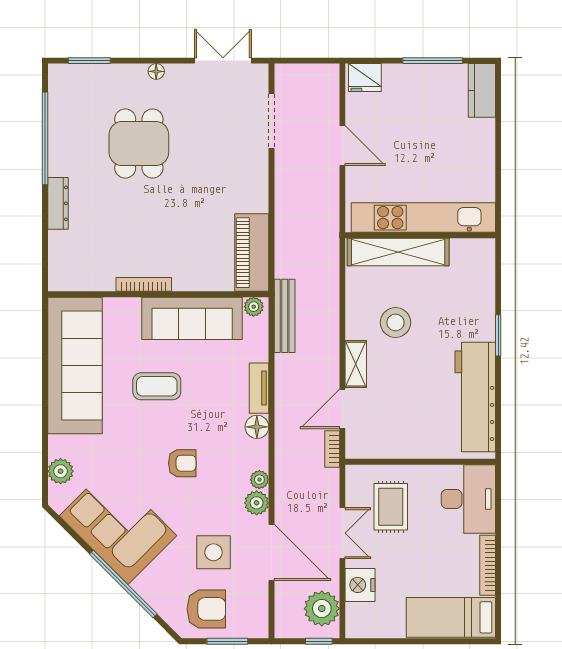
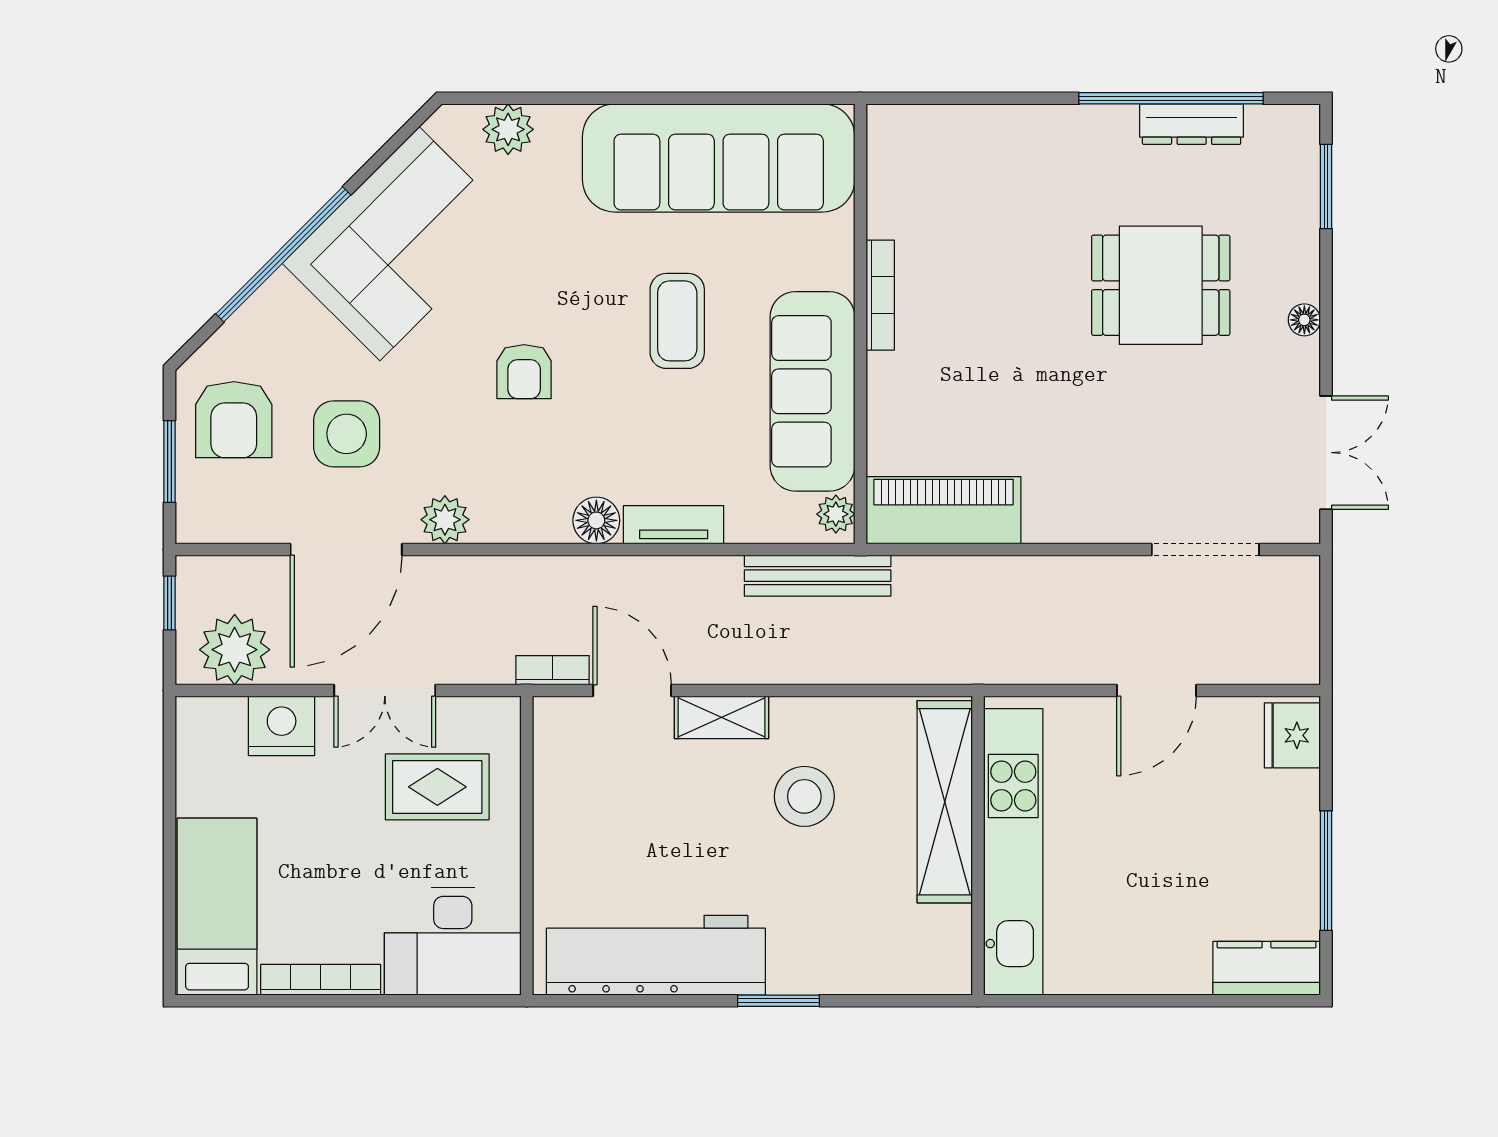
dresser: (58, 203) -> (1192, 124), moved
plant: (259, 480) -> (491, 525), removed
window: (319, 641) -> (170, 603), moved

